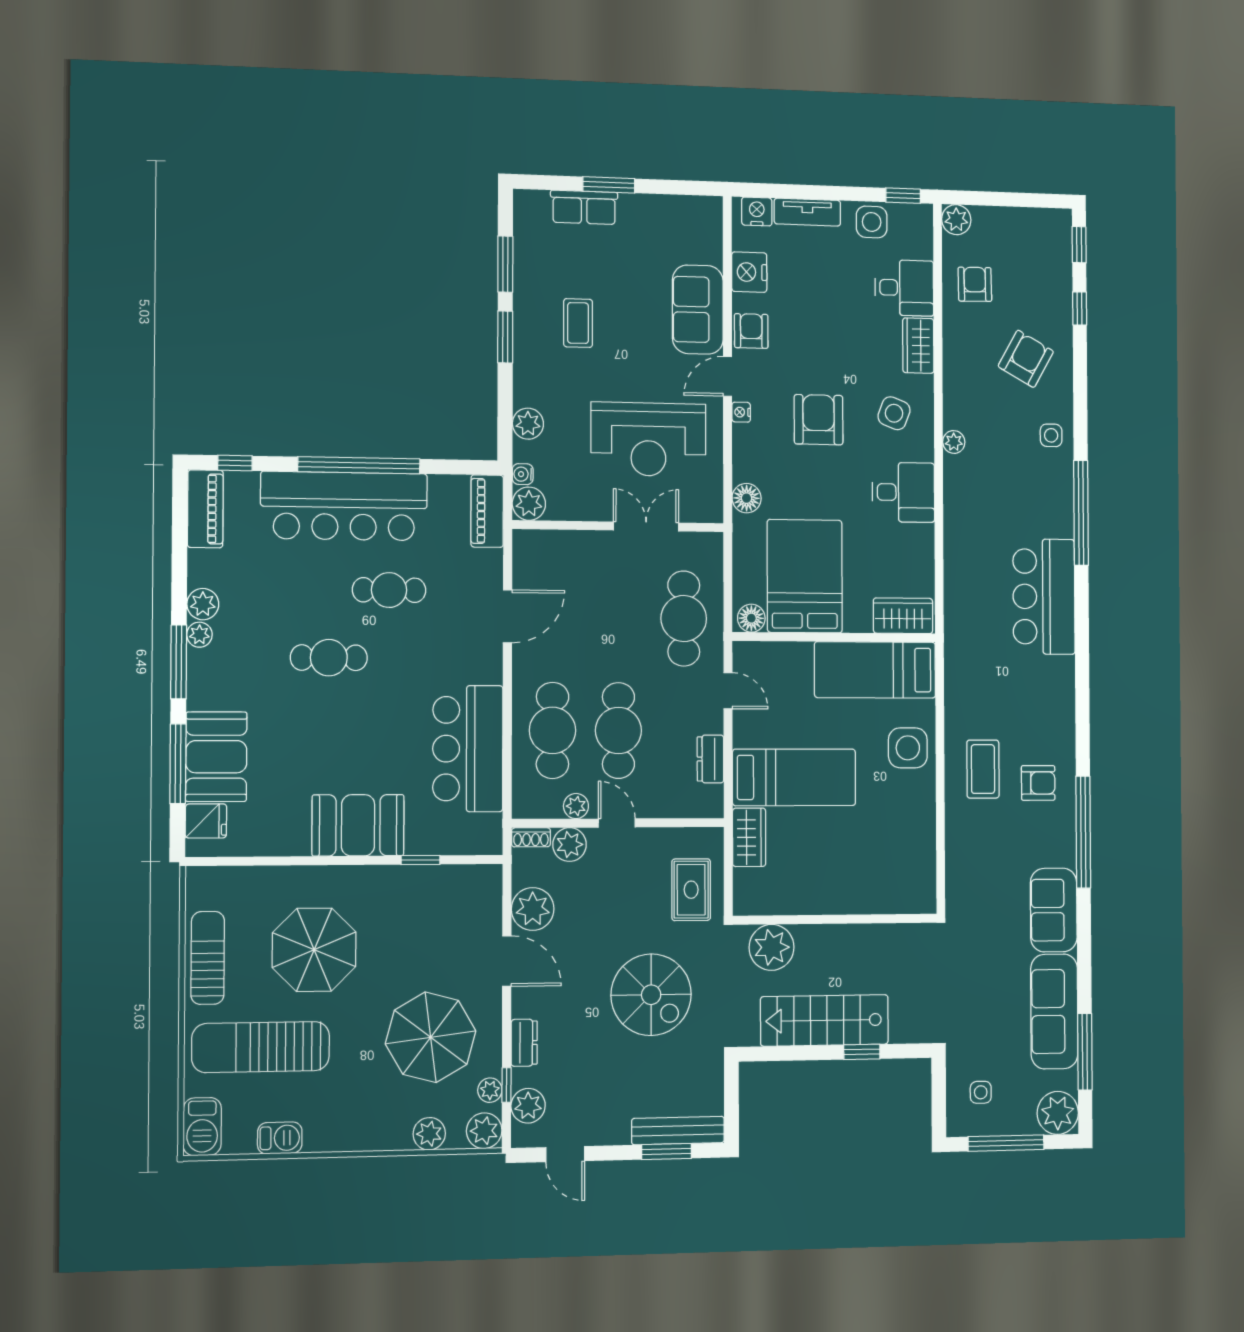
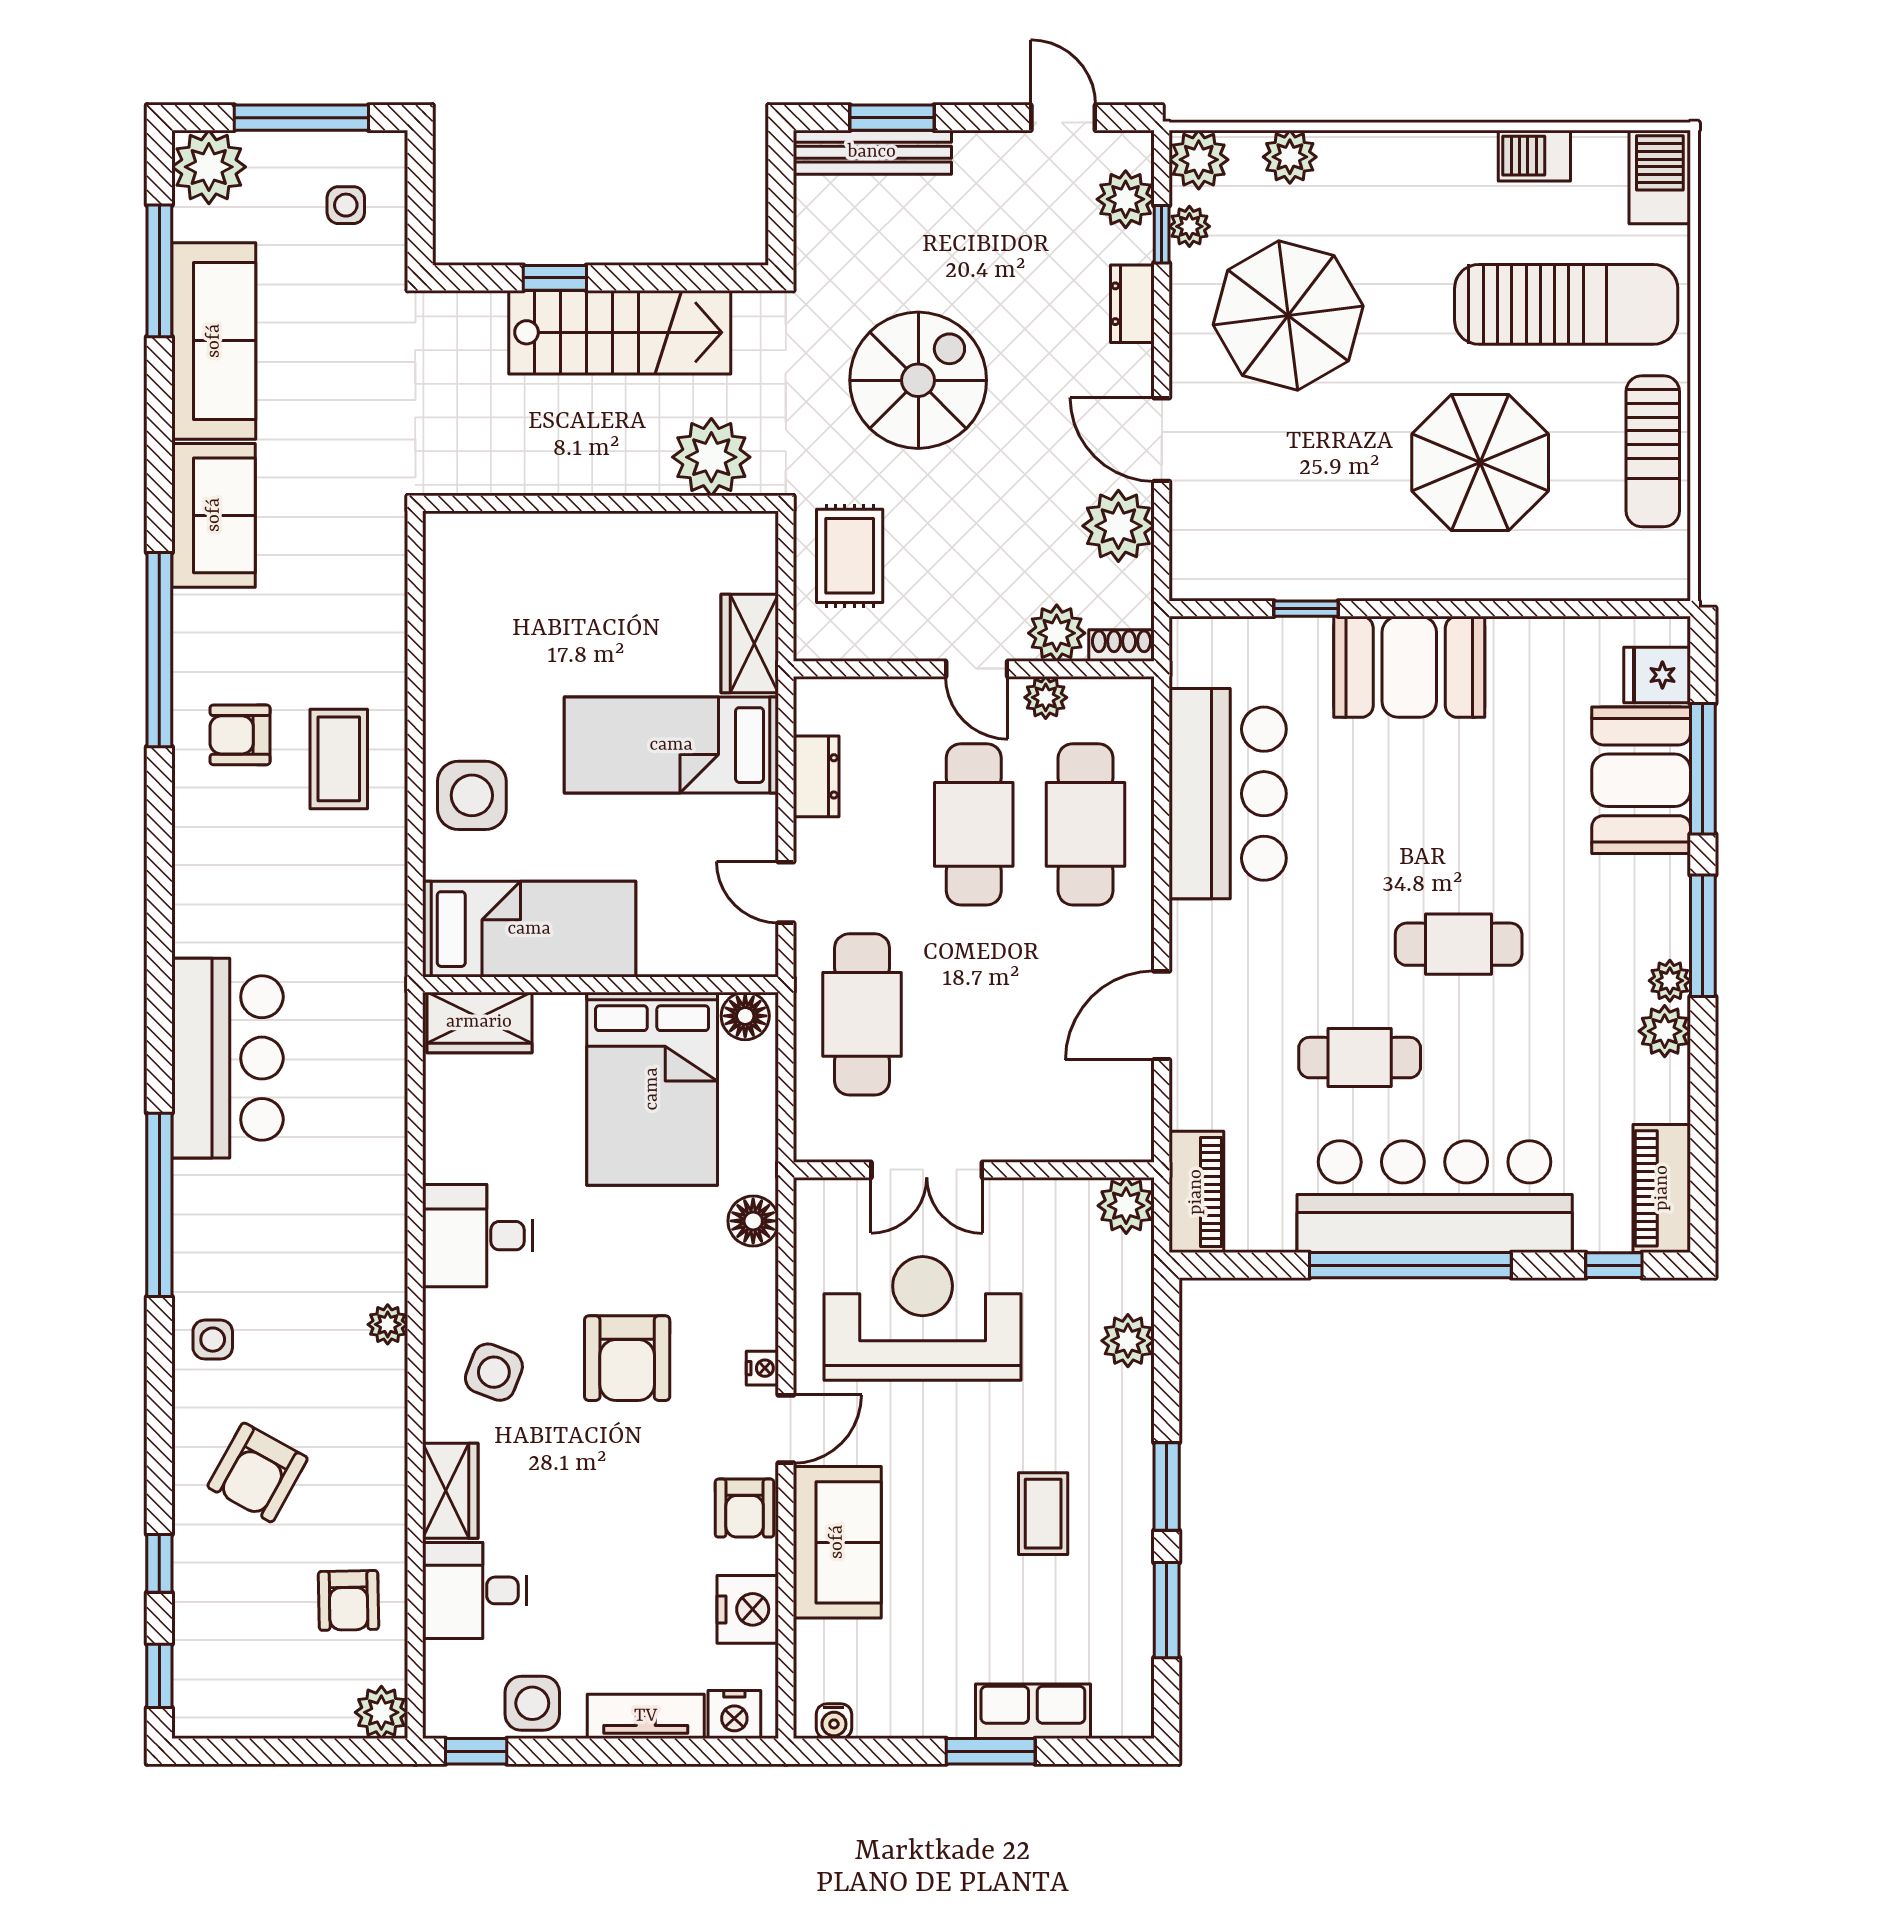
water cooler: (523, 474) -> (834, 1721), moved, turned 90
spiral stairs: (651, 995) -> (918, 380), turned 90

